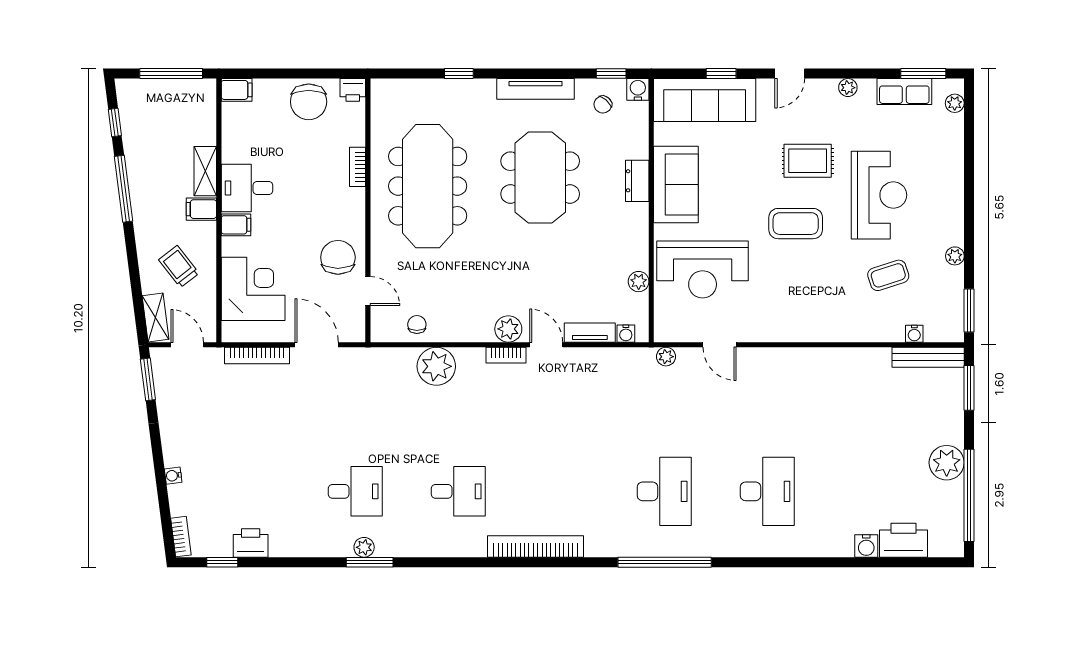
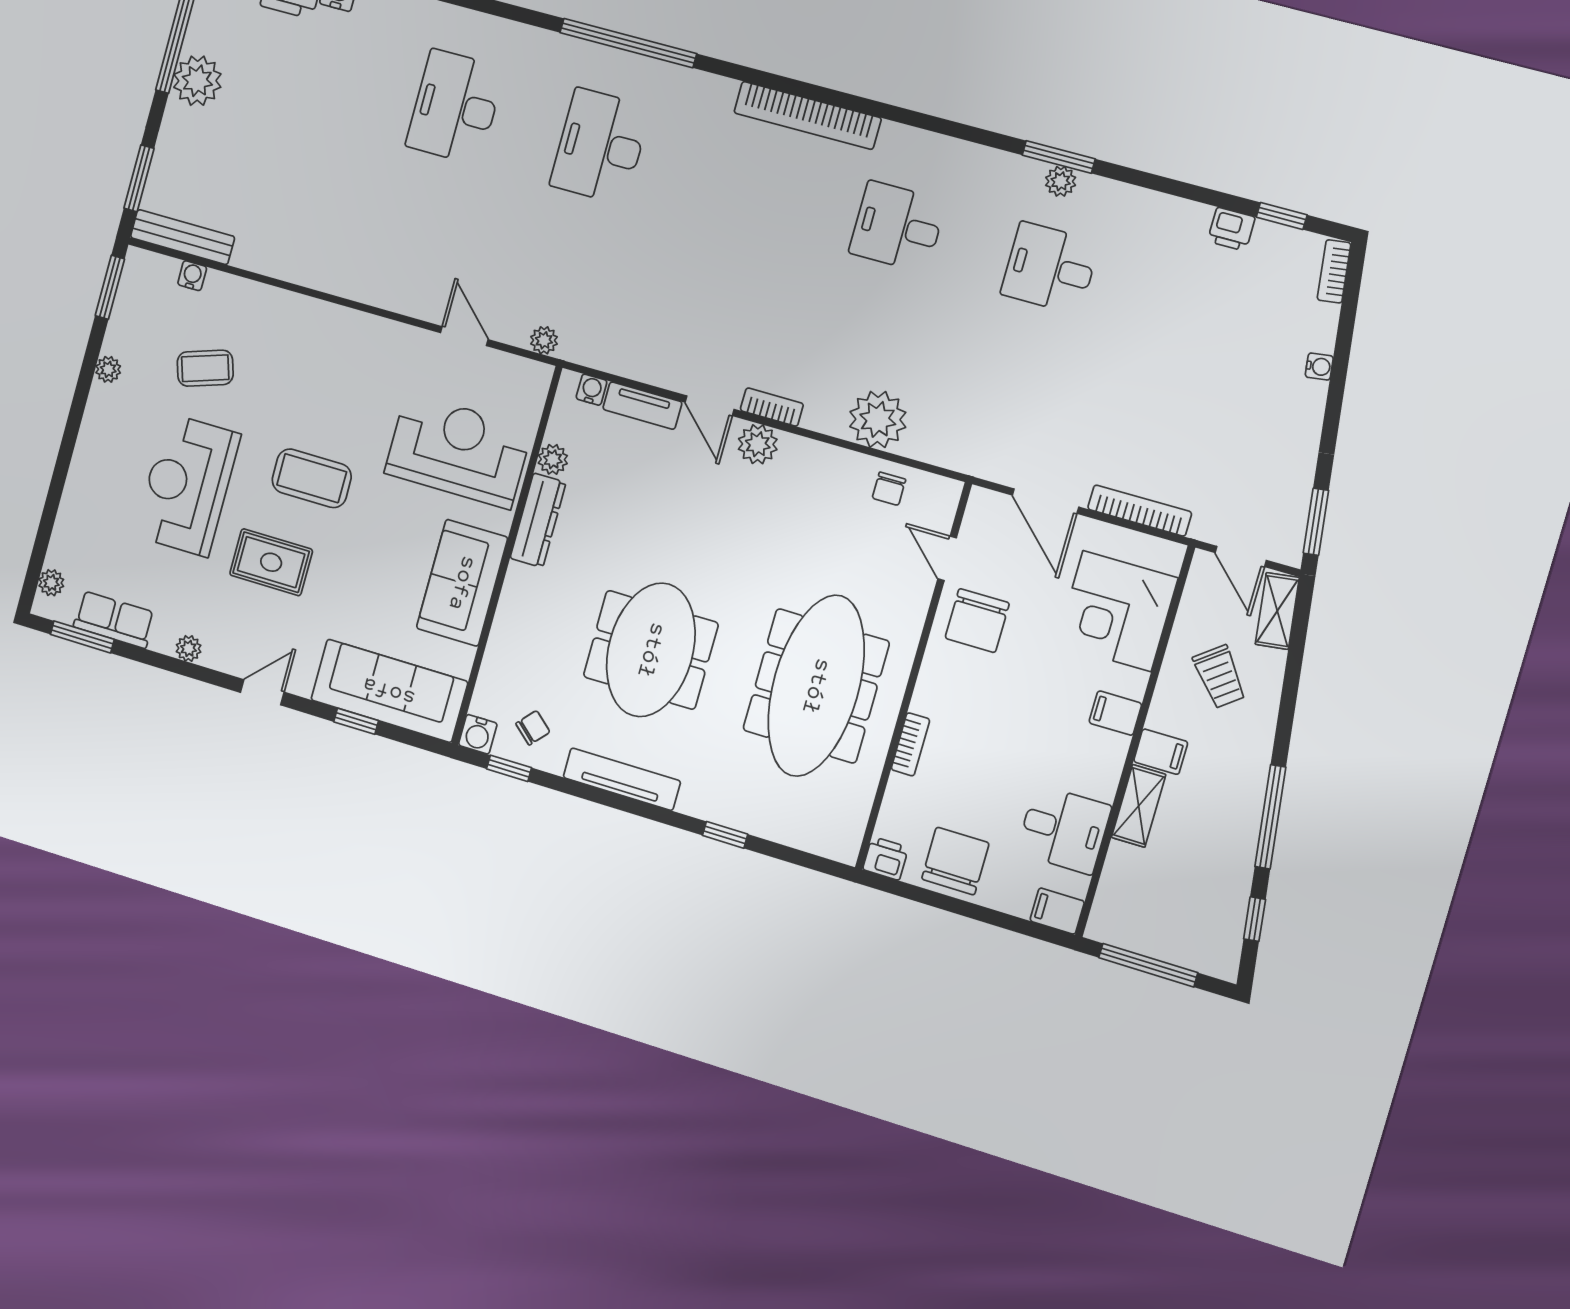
dresser: (637, 181) -> (538, 520), moved, width x1.44
desk: (247, 188) -> (1064, 829), moved
printer: (251, 543) -> (1231, 229), width x0.73, depth x0.81

